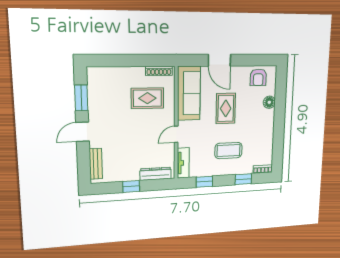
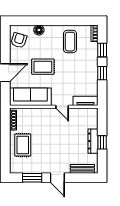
armchair: (258, 77) -> (19, 40), turned -73
rug: (147, 98) -> (23, 145), moved
coffee table: (228, 151) -> (70, 42), moved
dresser: (156, 174) -> (93, 141), moved
window: (204, 182) -> (102, 73), moved

